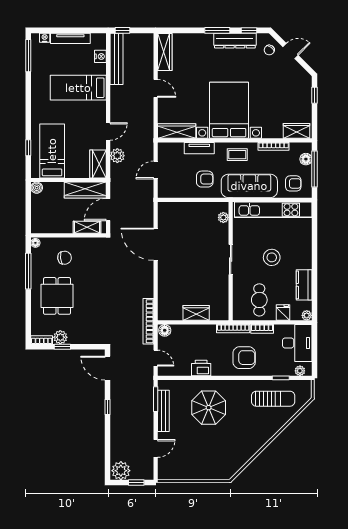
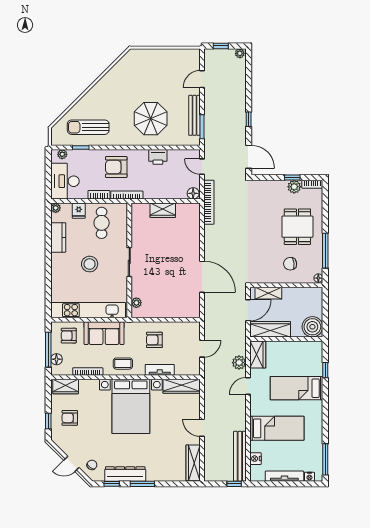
armchair: (292, 98) -> (70, 418), added
bed: (52, 151) -> (296, 388), moved, turned 90
sofa: (249, 186) -> (104, 333), width x0.73
boiler: (37, 188) -> (312, 327), width x1.86, depth x1.86
plant: (121, 471) -> (240, 53), width x0.53, depth x0.53

